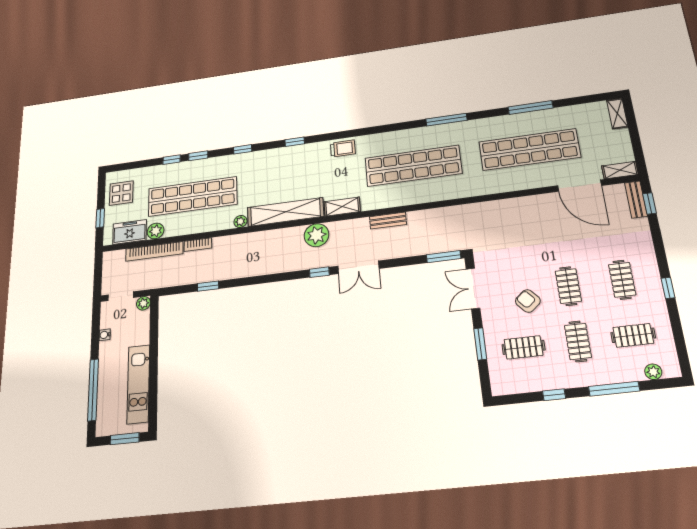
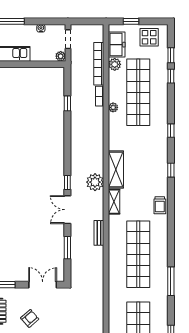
window: (198, 156) -> (171, 55), moved
shelving: (285, 212) -> (116, 169), width x0.68
plant: (240, 221) -> (113, 107), moved
window: (444, 257) -> (67, 248), moved

